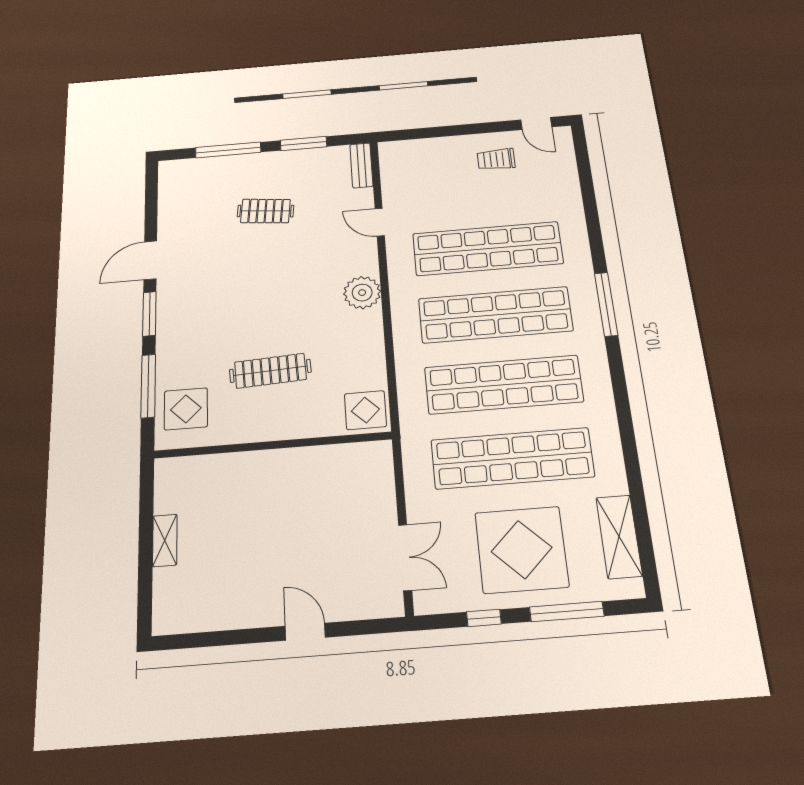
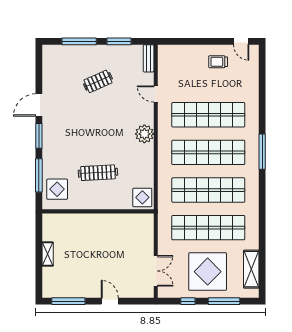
clothes rail: (266, 211) -> (98, 81), turned -30
window: (211, 639) -> (68, 301), added

